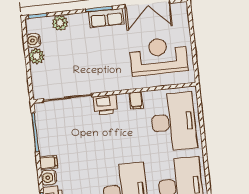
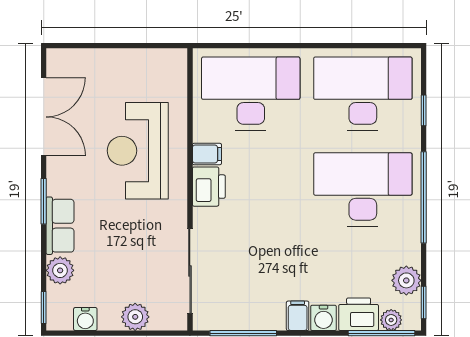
row of seats: (106, 18) -> (60, 226), moved
plant: (36, 56) -> (135, 317), moved
reception desk: (158, 56) -> (138, 151), moved
printer: (105, 105) -> (209, 187), moved

